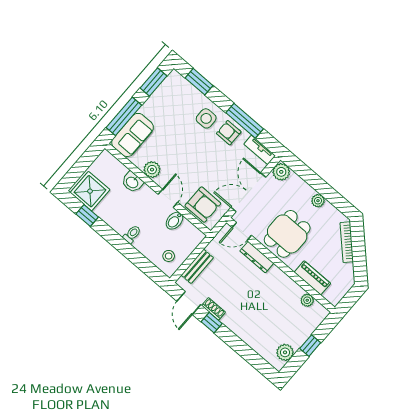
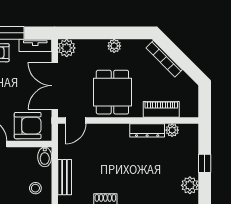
bidet: (174, 221) -> (45, 157), moved
dresser: (257, 257) -> (147, 130), moved

